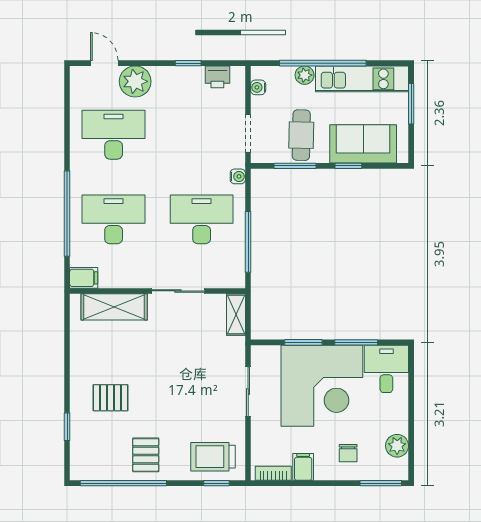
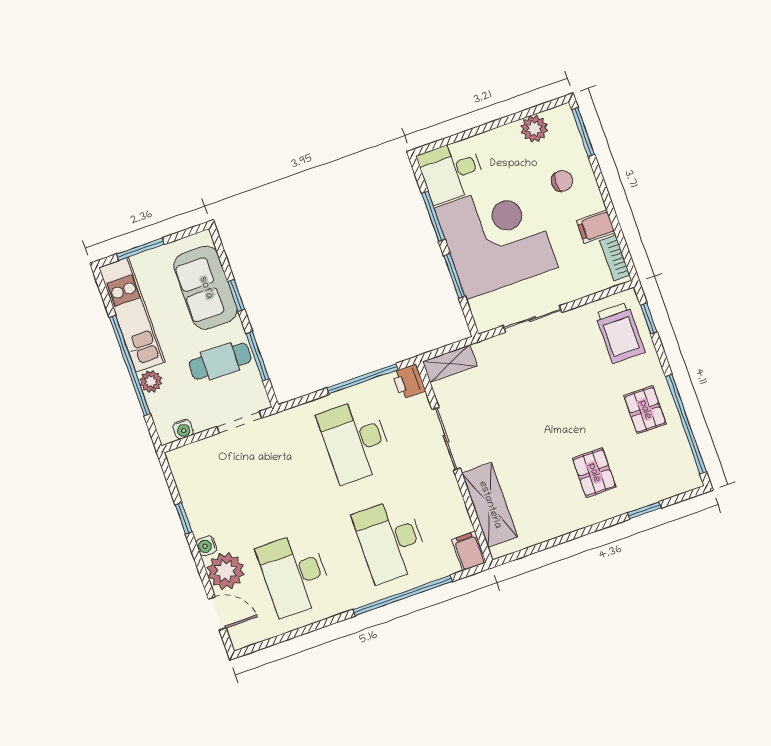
door: (104, 63) -> (217, 613), swing flipped
printer: (217, 77) -> (409, 382), moved, turned 180
water cooler: (238, 176) -> (206, 546), moved, turned -90
pallet: (146, 455) -> (645, 410), turned 90

